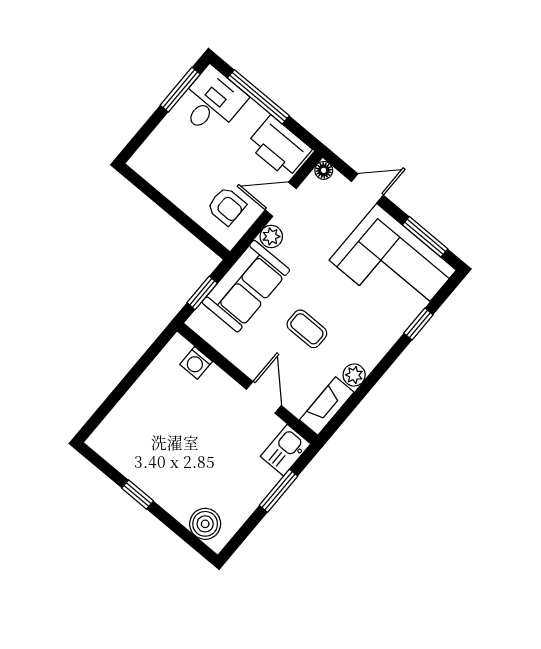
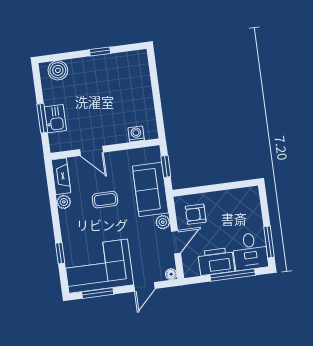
printer: (279, 147) -> (216, 261), moved
kitchen sink: (286, 450) -> (55, 119), moved

